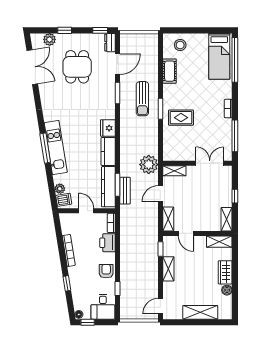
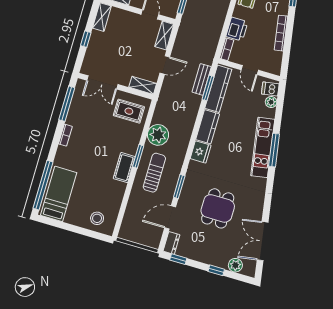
dining table: (77, 67) -> (218, 208), moved
cot: (170, 71) -> (124, 168), moved
rug: (181, 118) -> (129, 111), moved
plant: (149, 165) -> (158, 135), moved

